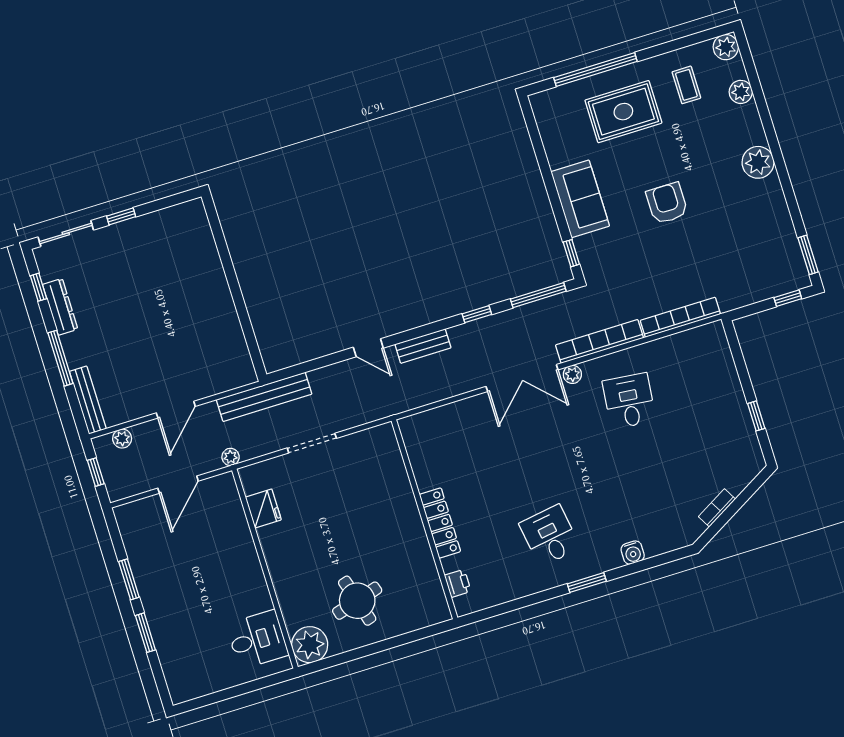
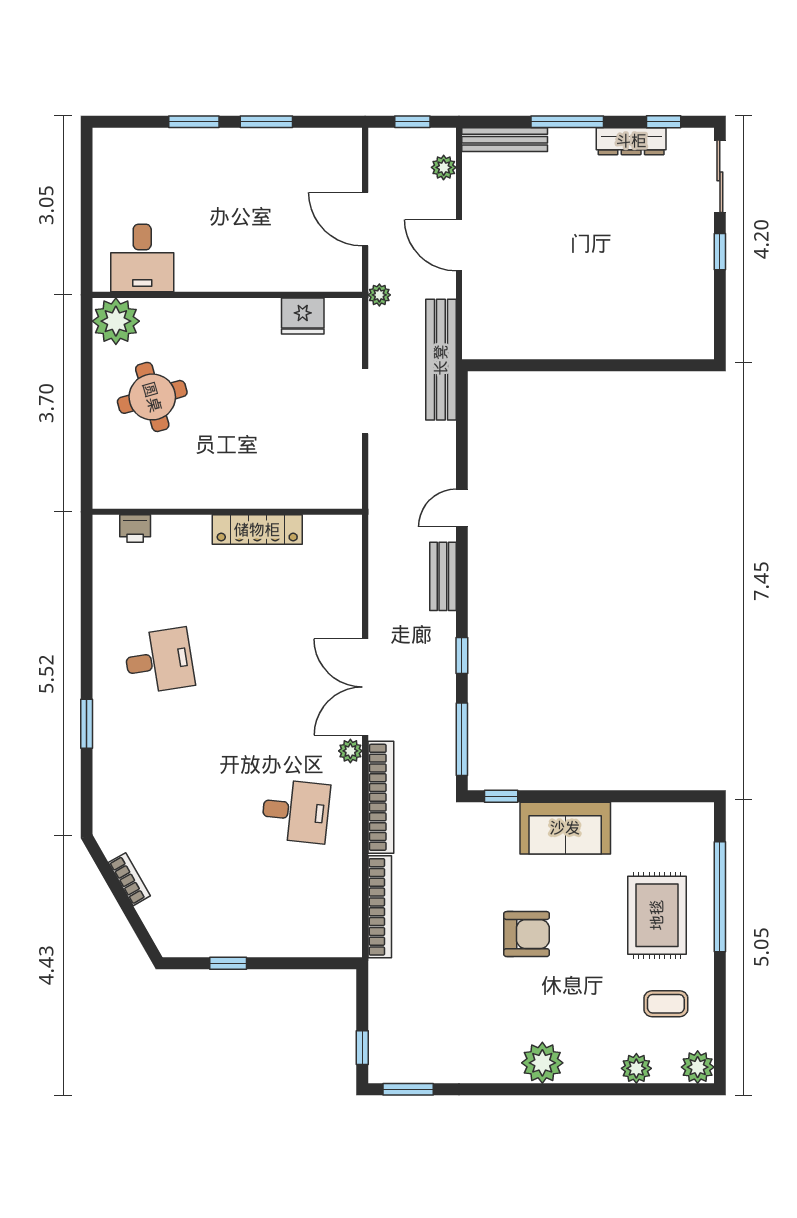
locker: (440, 523) -> (257, 530), moved
water cooler: (633, 553) -> (106, 757), removed
window: (587, 582) -> (87, 724), moved

